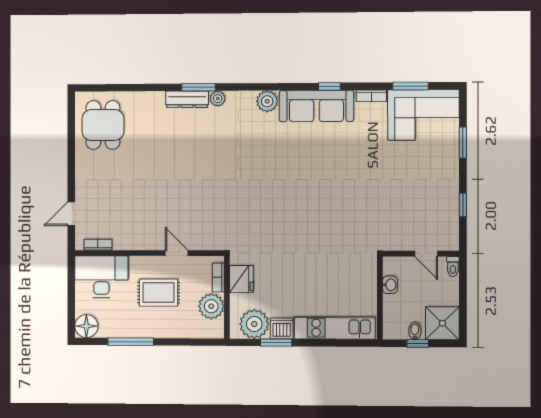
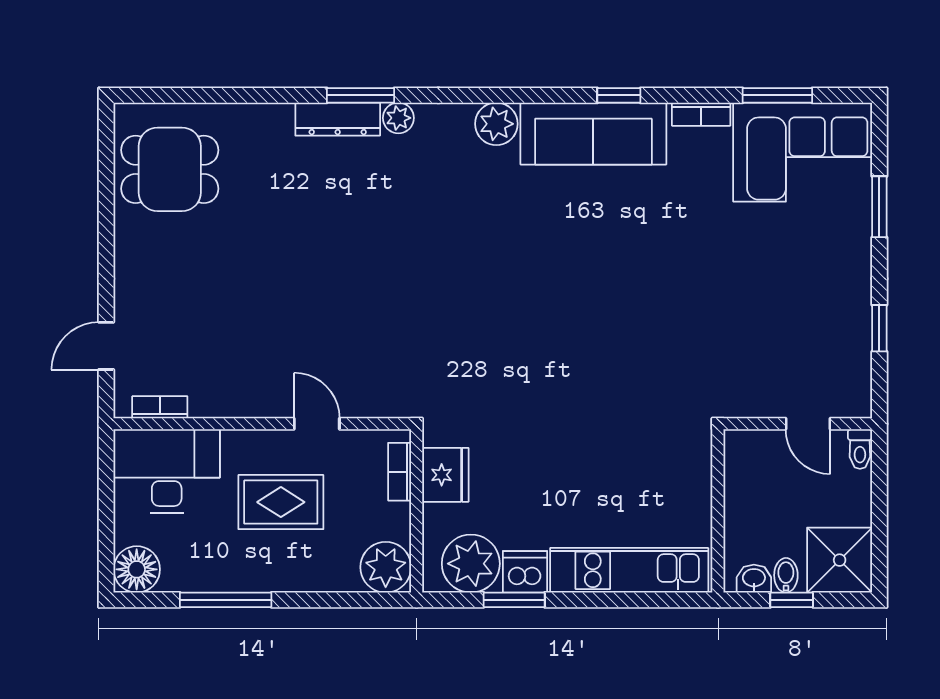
dining table: (103, 125) -> (170, 169), turned 90
washbasin: (390, 285) -> (754, 579), moved, turned -90
plant: (211, 306) -> (386, 567), moved

